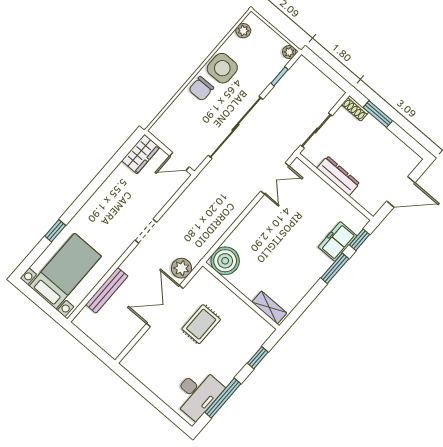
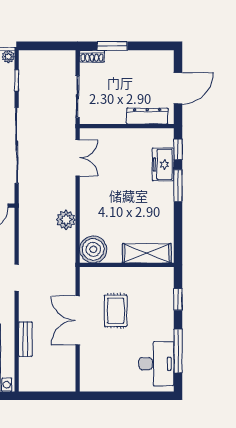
dresser: (338, 176) -> (147, 116), moved
plant: (181, 268) -> (66, 220), moved
bench: (107, 290) -> (25, 339), width x0.73
shelving: (269, 307) -> (147, 253), width x1.50, depth x1.33

